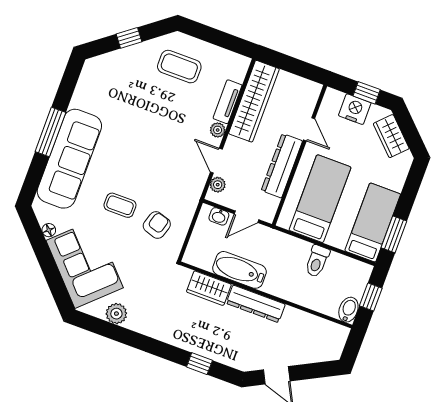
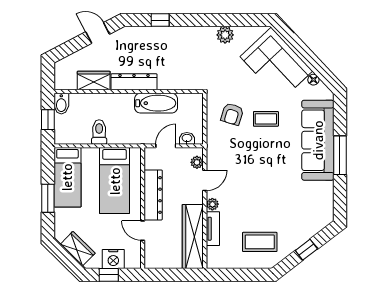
door: (216, 161) -> (205, 180), hinge flipped
window: (394, 234) -> (48, 198), moved
wardrobe: (209, 288) -> (94, 81), moved
plant: (116, 314) -> (225, 35), moved

